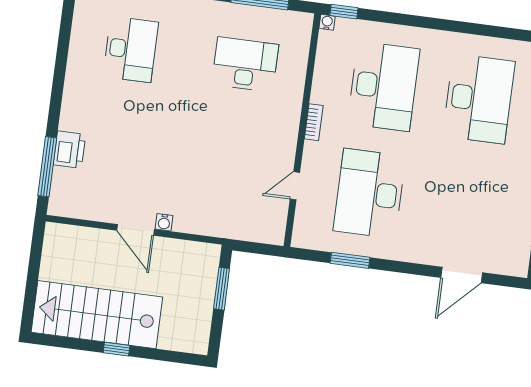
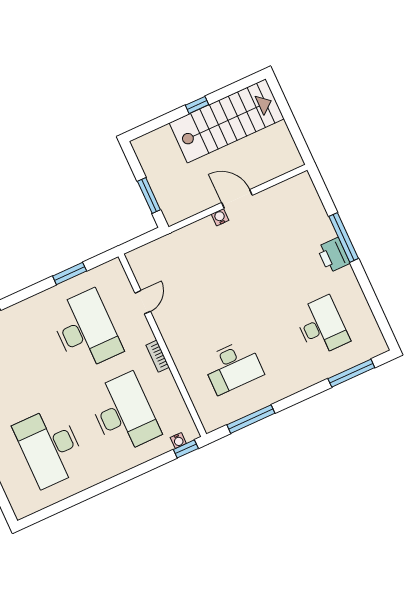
water cooler: (327, 22) -> (178, 440), moved
desk: (131, 49) -> (322, 326), turned 180
desk: (384, 86) -> (124, 413), turned 180
printer: (69, 150) -> (333, 255), moved
window: (47, 167) -> (344, 237), moved

